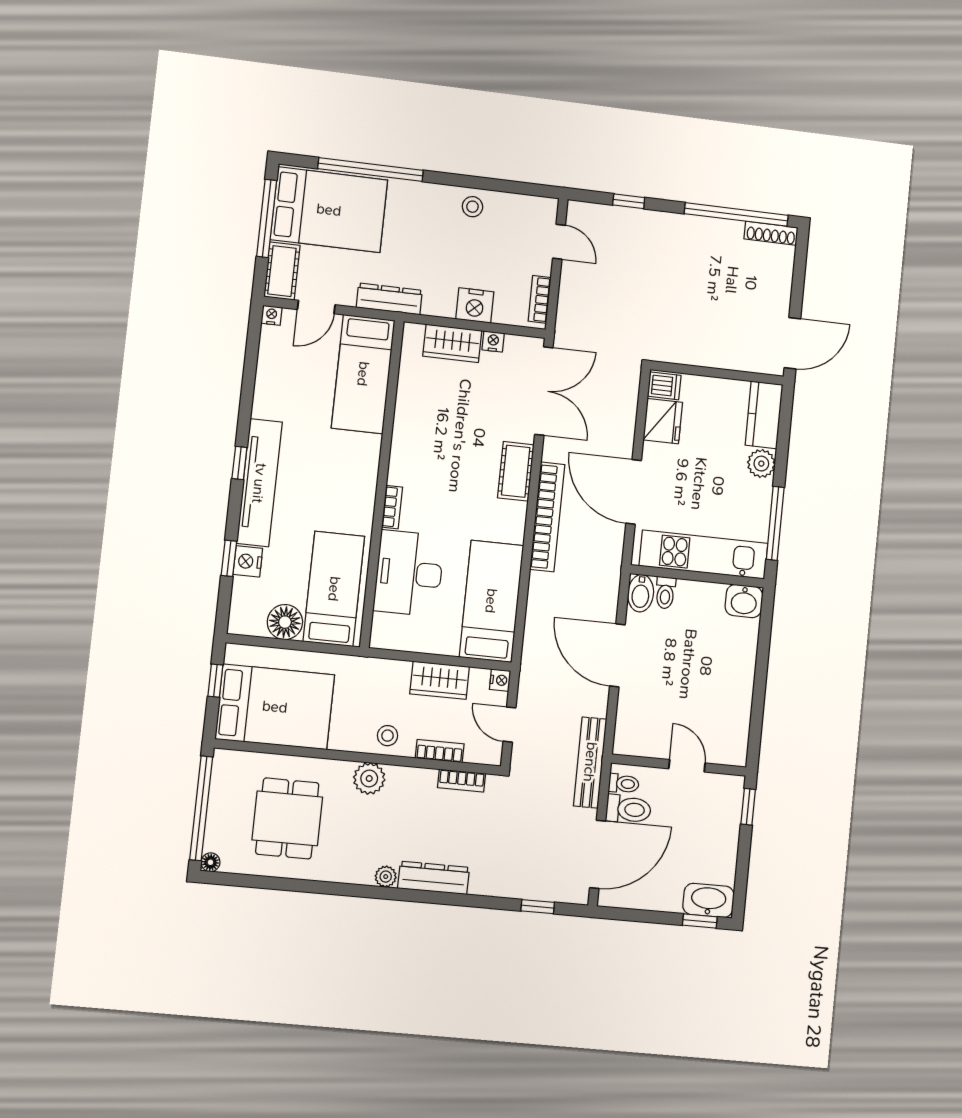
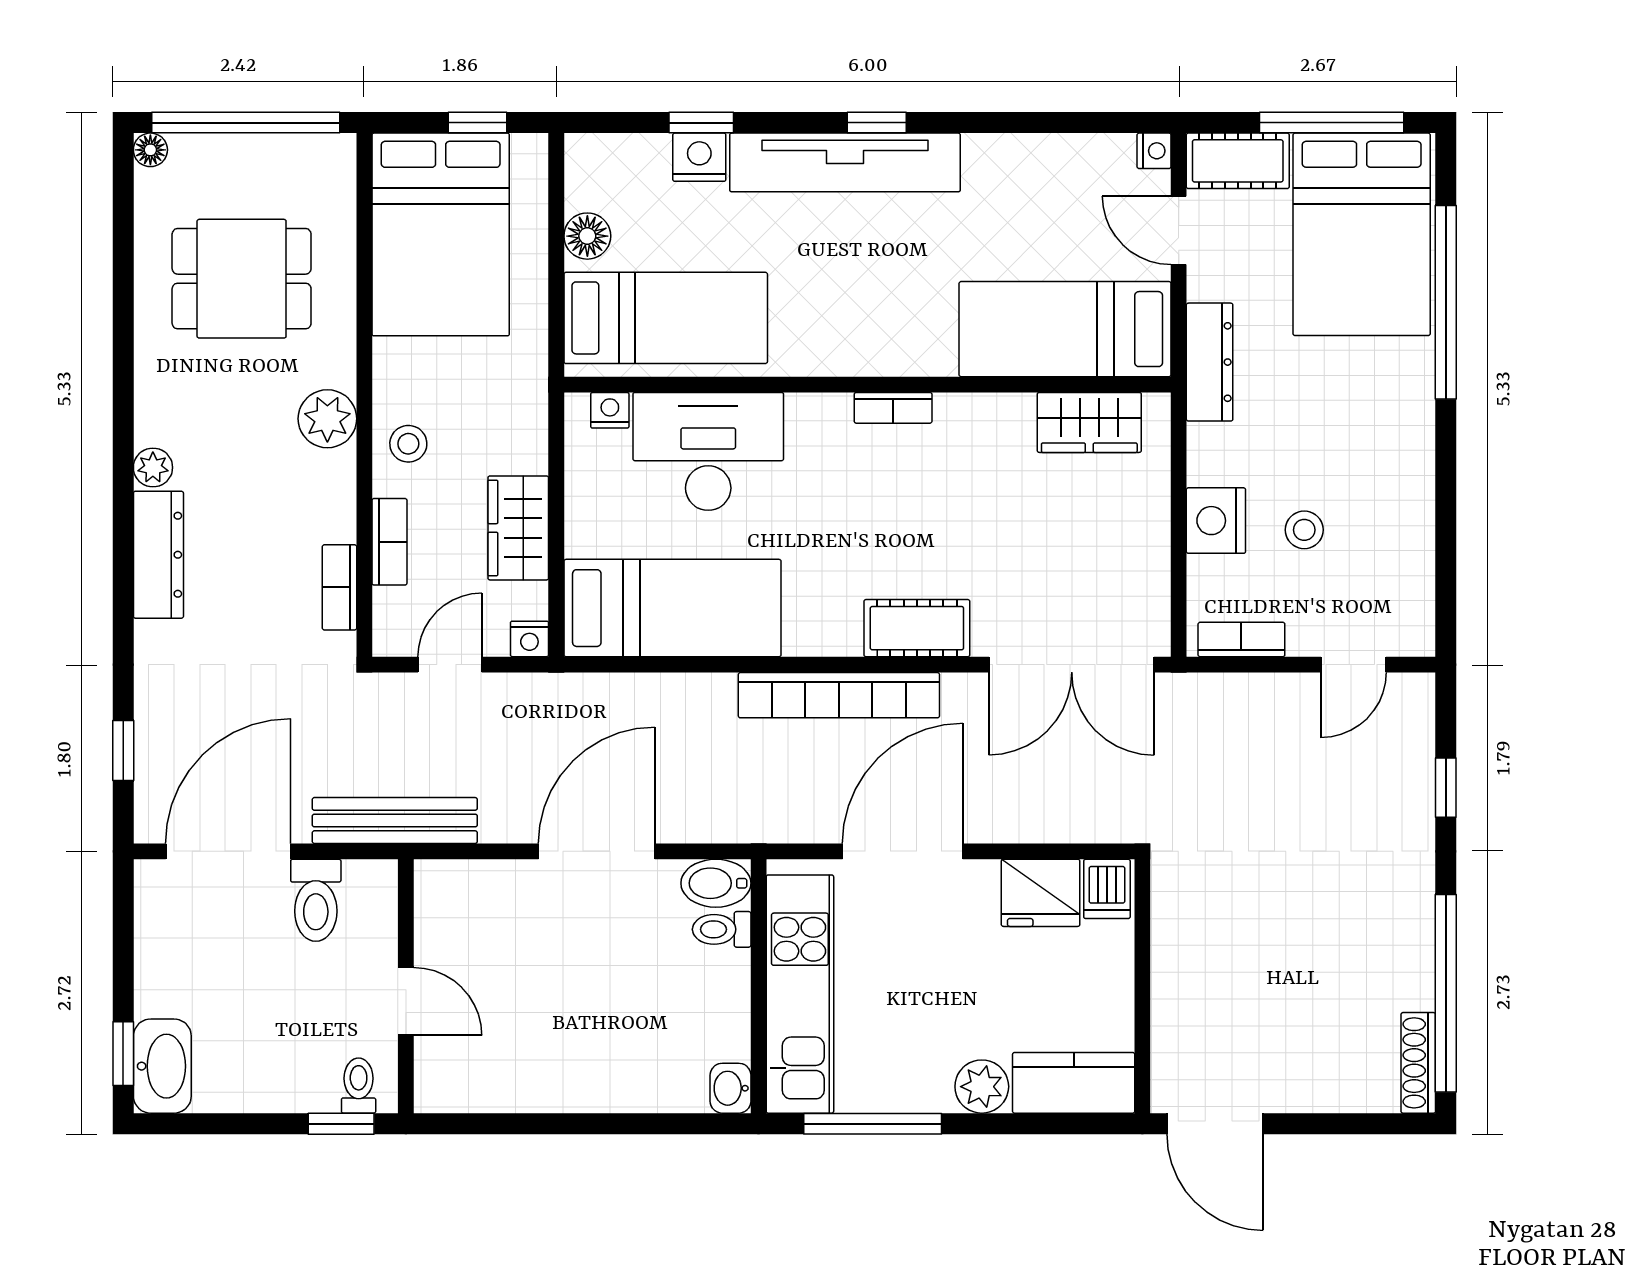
stool: (472, 207) -> (1304, 530), moved
nightstand: (493, 341) -> (610, 410), moved, turned -90
wardrobe: (452, 343) -> (1089, 422), moved, turned -90
bookcase: (392, 507) -> (893, 408), moved
washbasin: (744, 601) -> (730, 1088), width x0.72, depth x0.69
floor lamp: (285, 622) -> (587, 236), width x0.73, depth x0.73
door: (687, 766) -> (406, 1001), hinge flipped
toilet: (624, 784) -> (359, 1086), moved, turned 180
door: (598, 854) -> (228, 851), swing flipped

